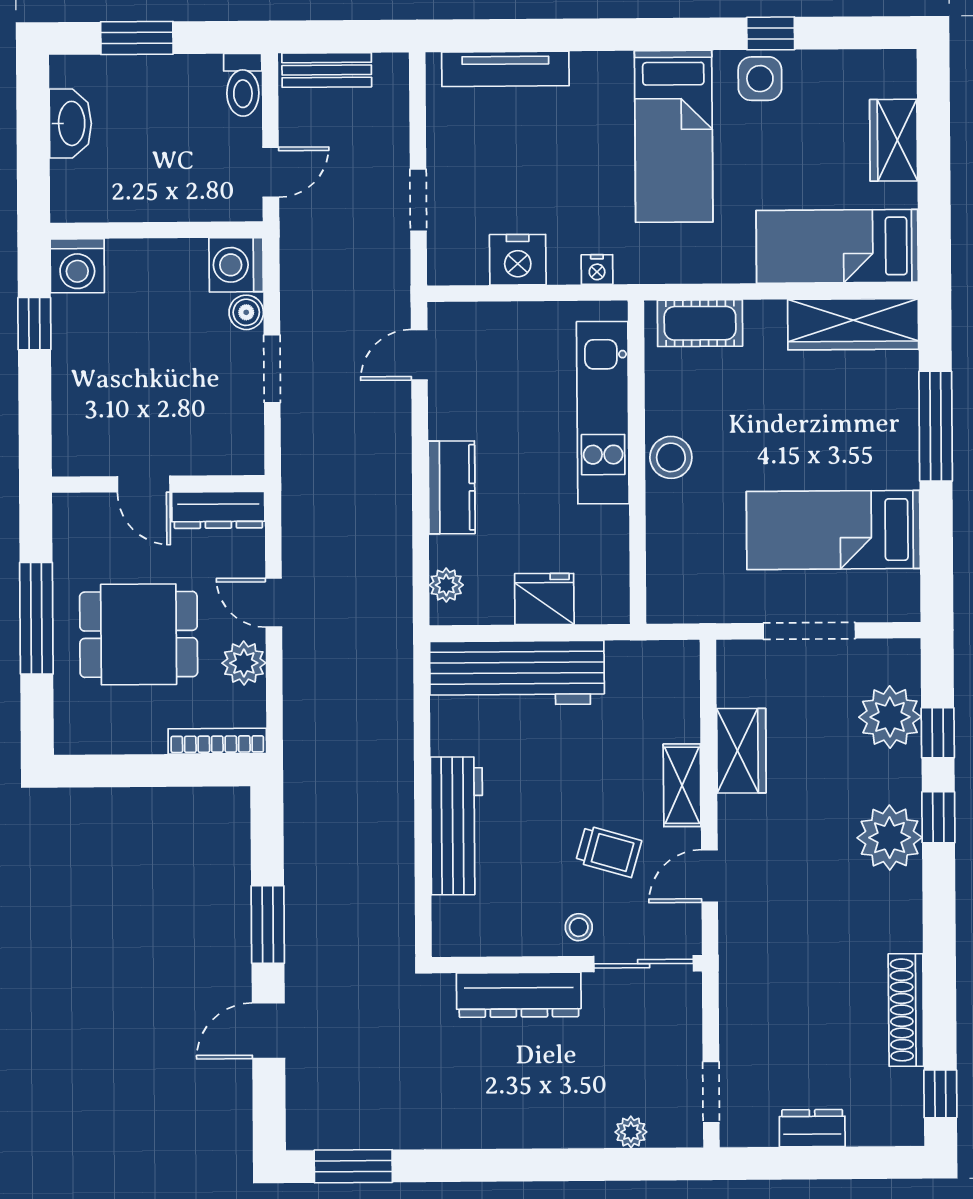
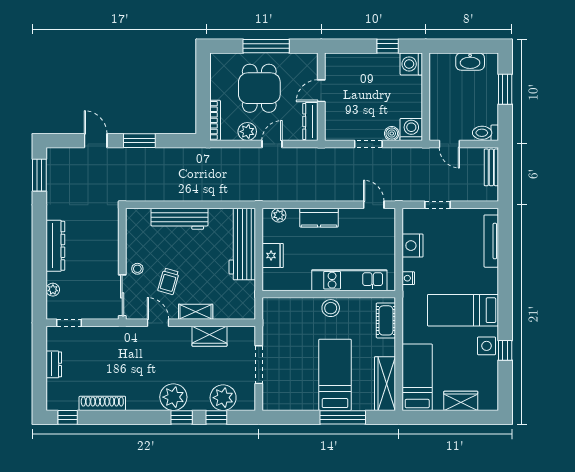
bed: (833, 530) -> (335, 375), moved
dresser: (519, 995) -> (55, 246), moved, turned 180

